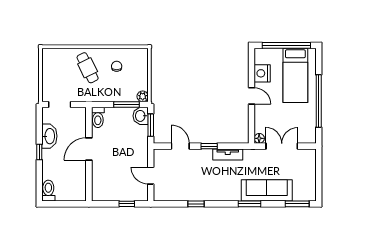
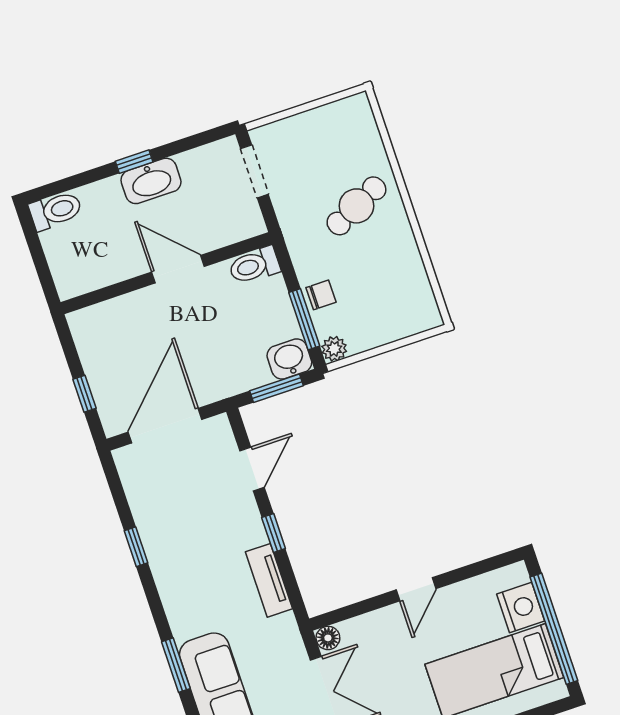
chair: (117, 66) -> (321, 295), moved
nightstand: (262, 73) -> (521, 607), moved, turned 90
washbasin: (49, 136) -> (151, 181), moved
door: (151, 176) -> (165, 426), width x1.88

